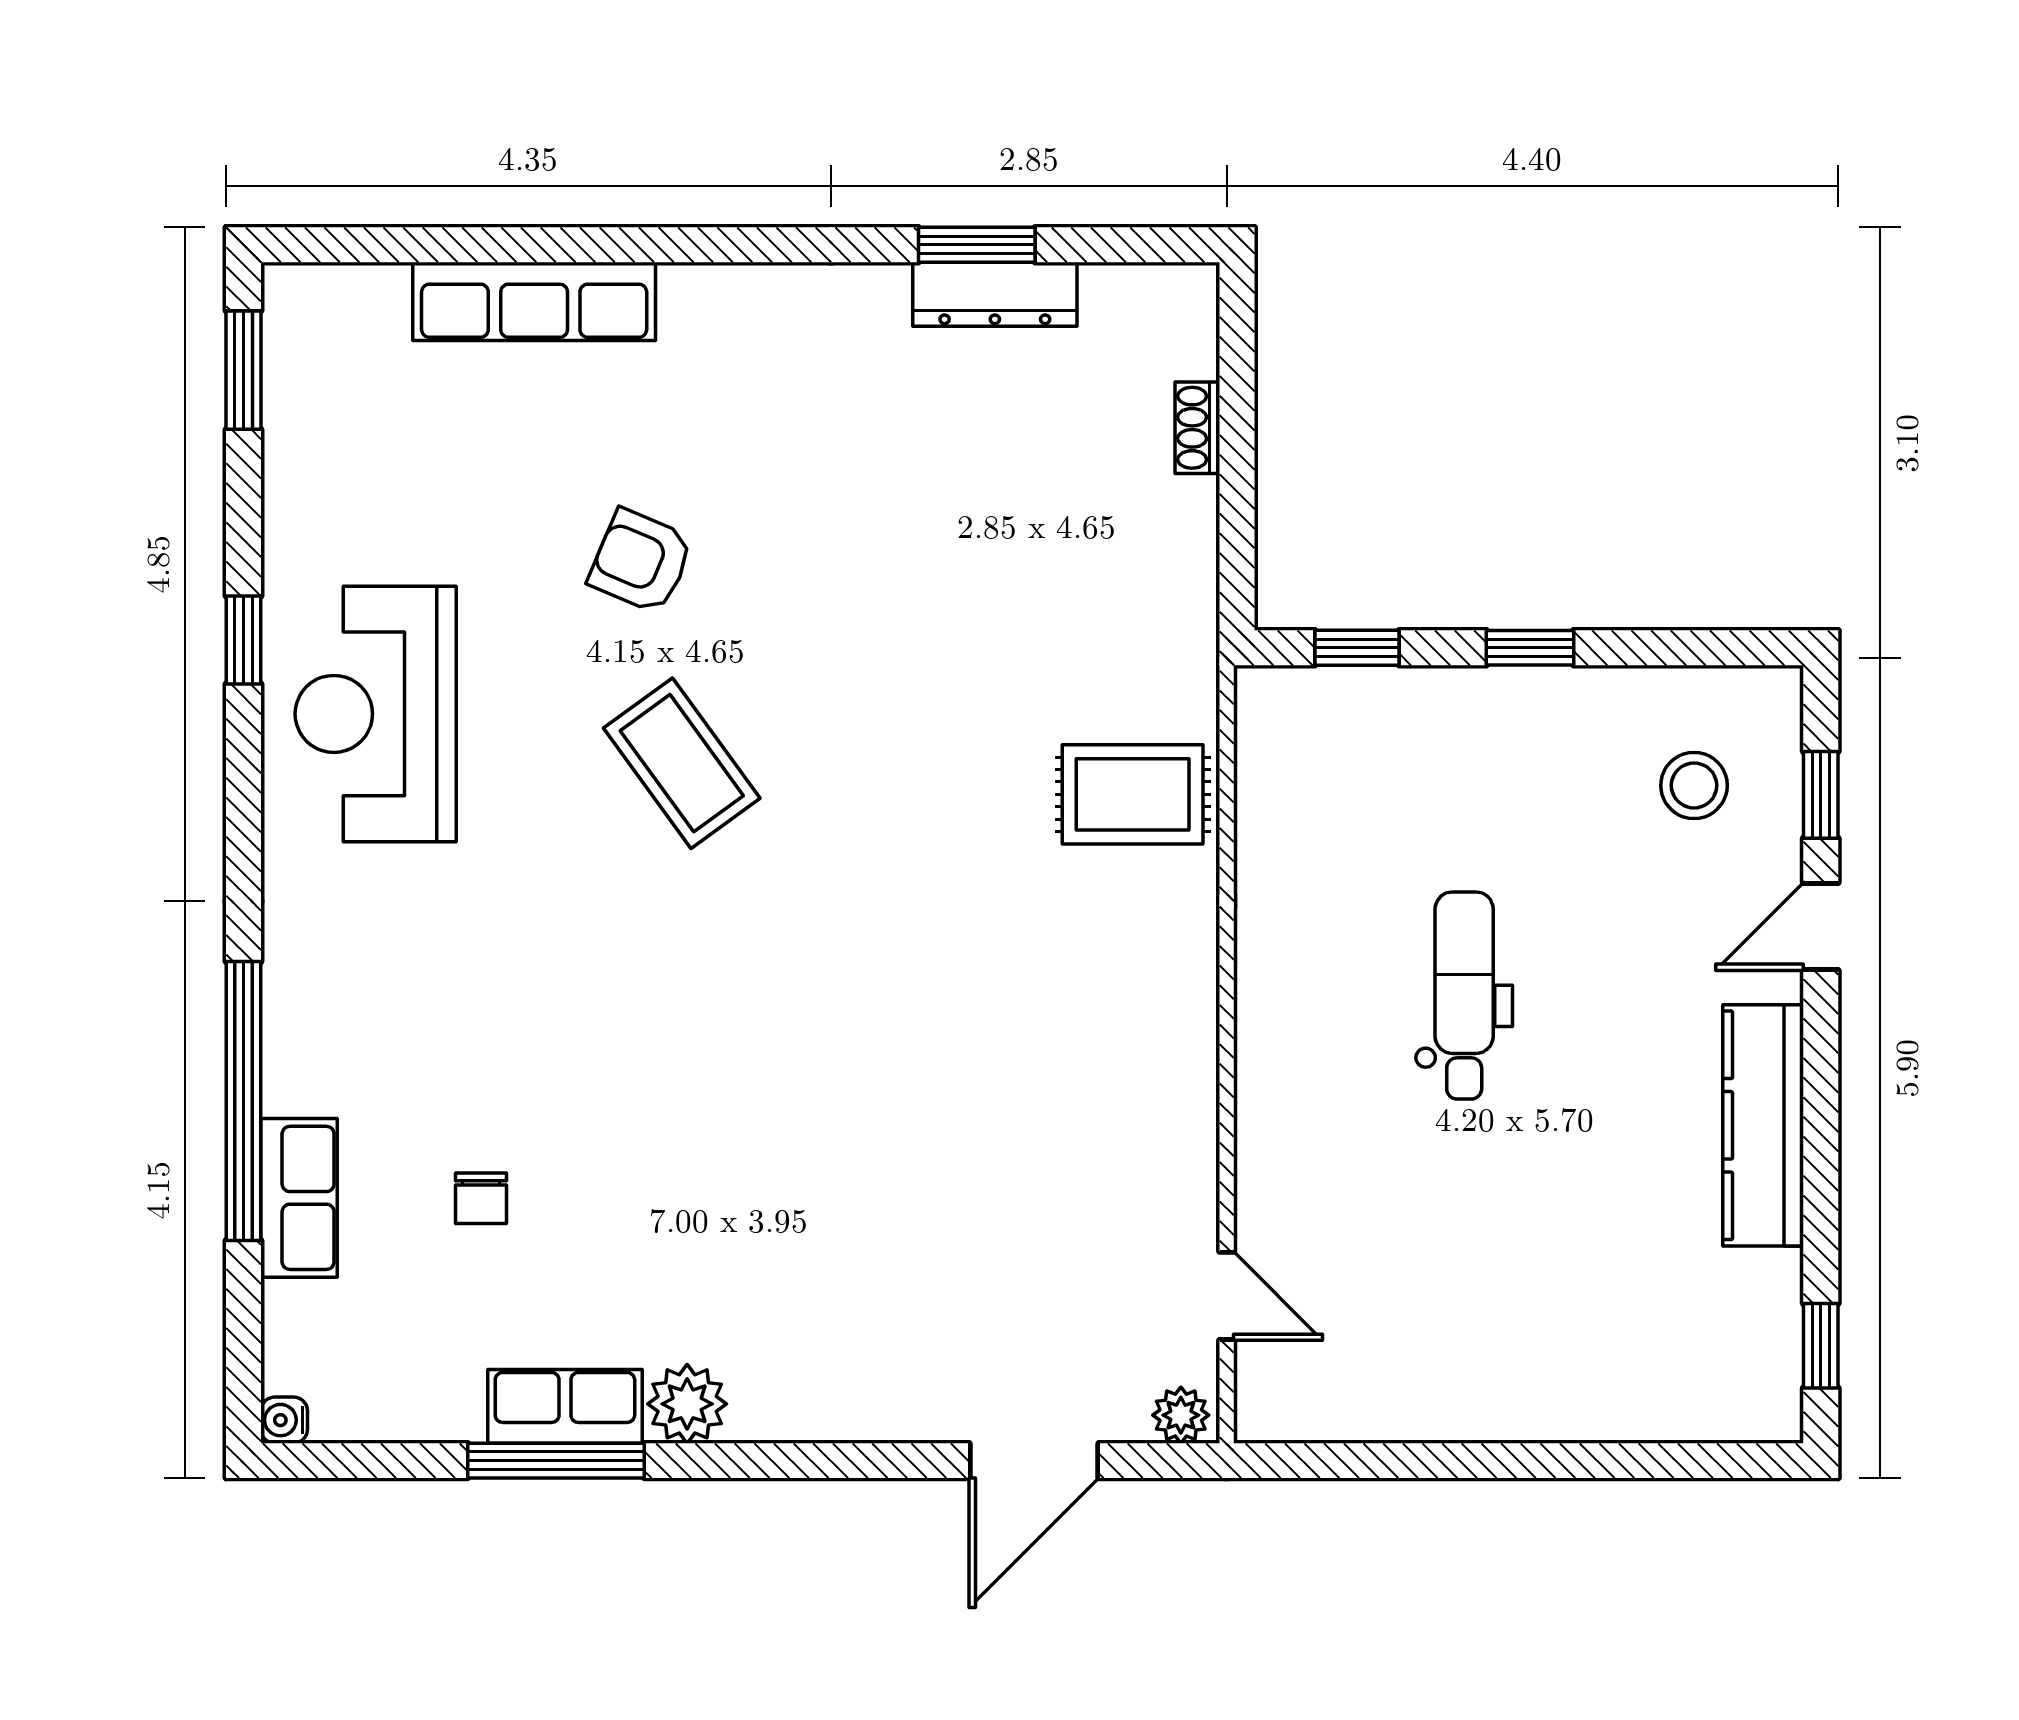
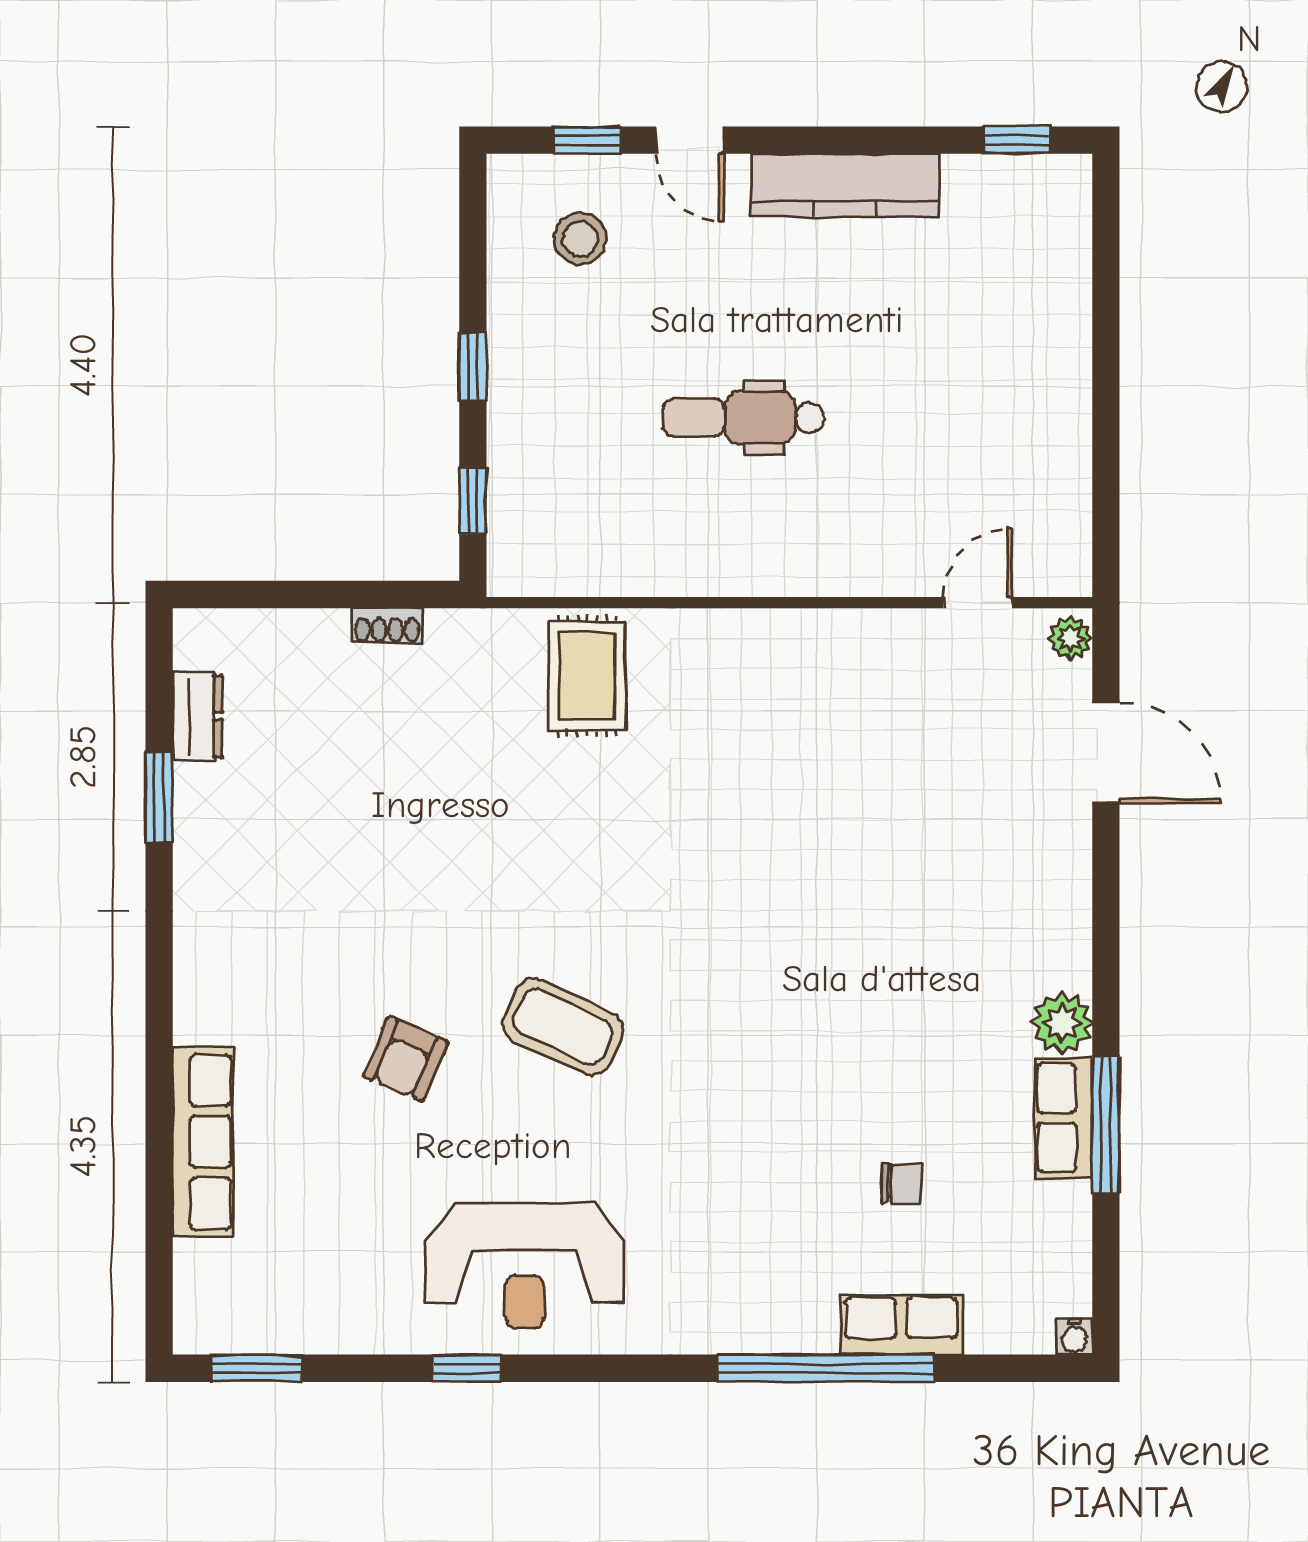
dresser: (995, 294) -> (198, 716), moved, width x0.70
shoe rack: (1197, 428) -> (387, 625), moved
coffee table: (682, 763) -> (563, 1027), turned 61

